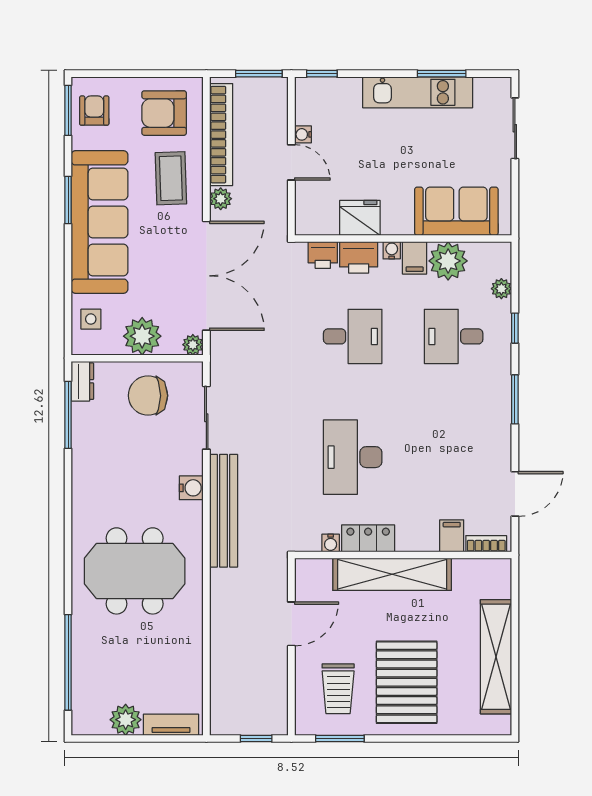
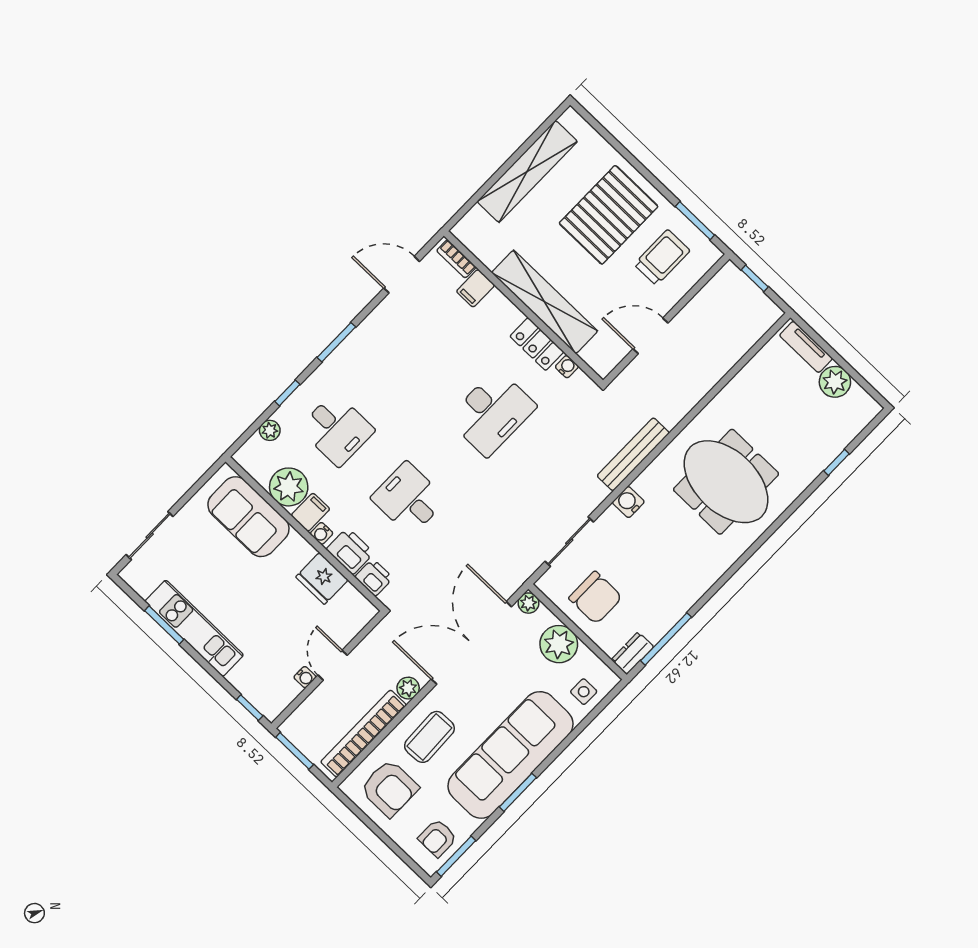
bench: (224, 511) -> (633, 454), width x0.73, depth x0.82
window: (68, 662) -> (836, 462), width x0.32

